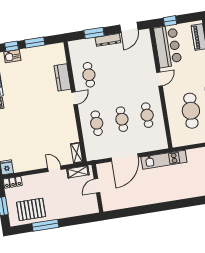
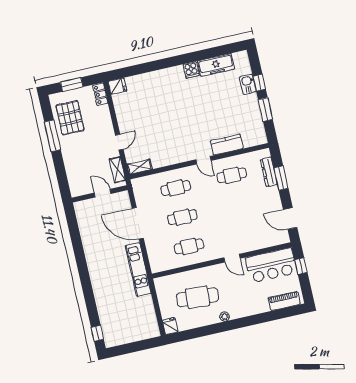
dresser: (108, 40) -> (269, 172), moved

